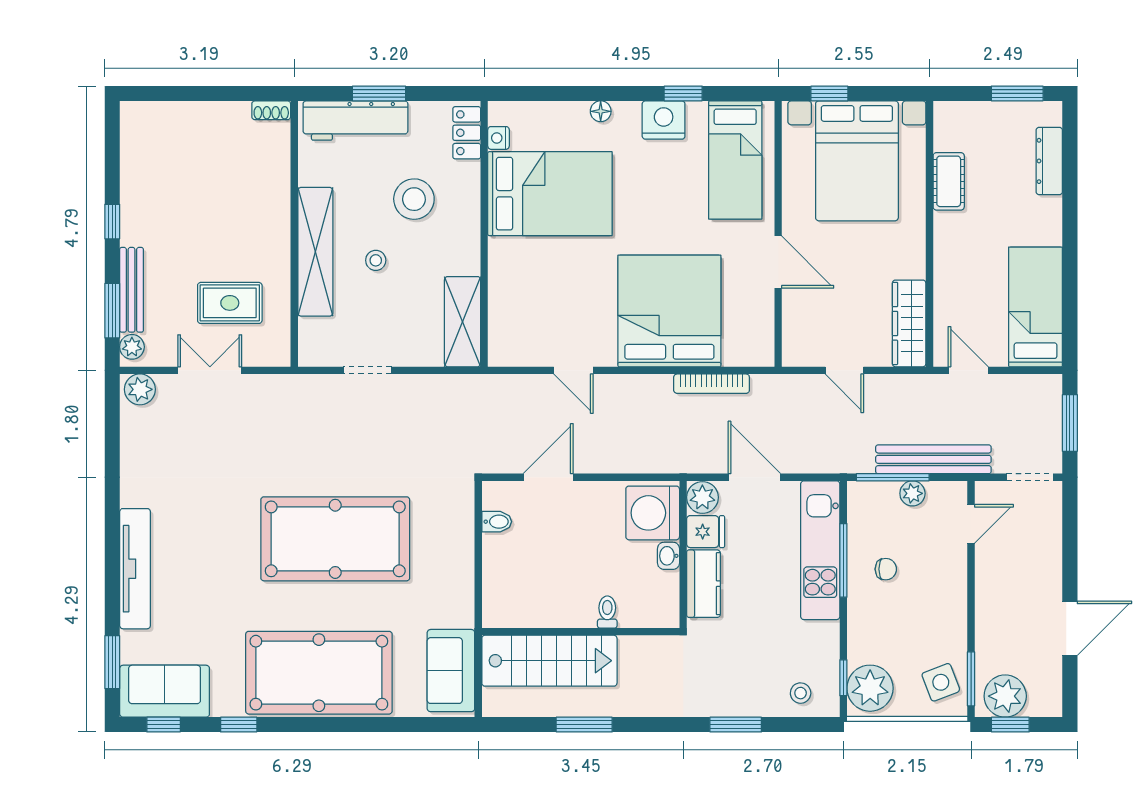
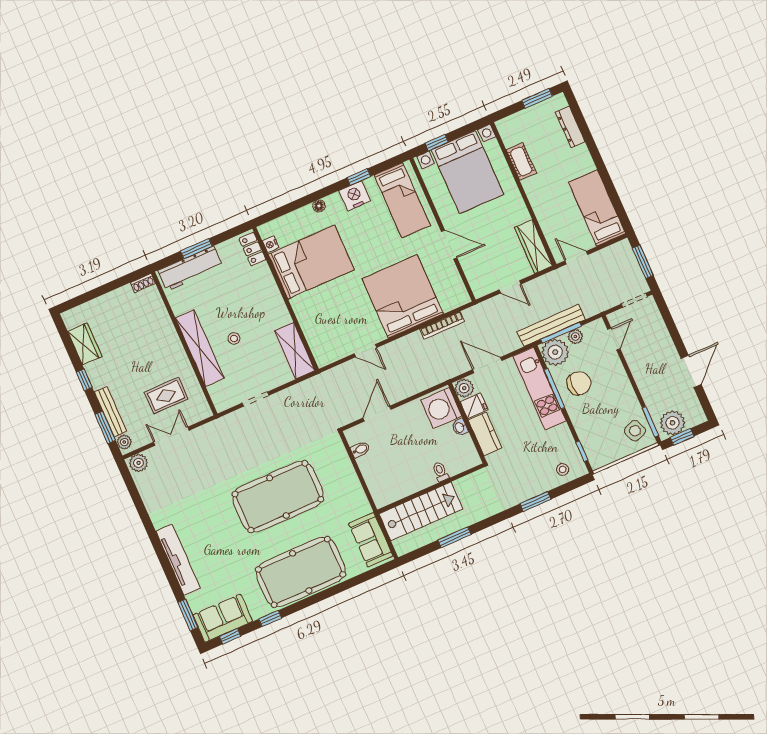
wardrobe: (138, 166) -> (85, 344), added
stool: (414, 199) -> (240, 297), removed
bench: (933, 459) -> (551, 325), moved
chair: (886, 569) -> (579, 383), width x1.87, depth x1.87
plant: (870, 688) -> (555, 352), moved

